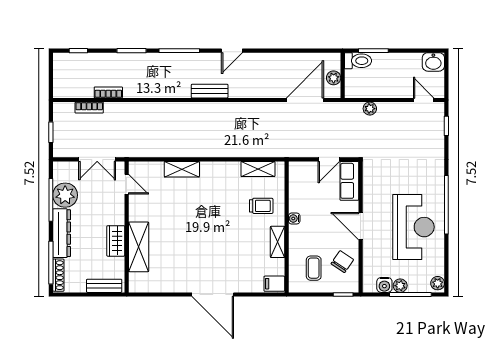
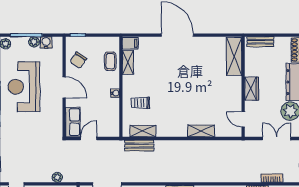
bench: (263, 150) -> (139, 146), added
double door: (97, 159) -> (277, 138), moved
wardrobe: (116, 241) -> (252, 89), moved
shelving: (278, 242) -> (128, 62), moved
shelving: (139, 247) -> (234, 56), moved
coffee table: (314, 268) -> (110, 61), moved

